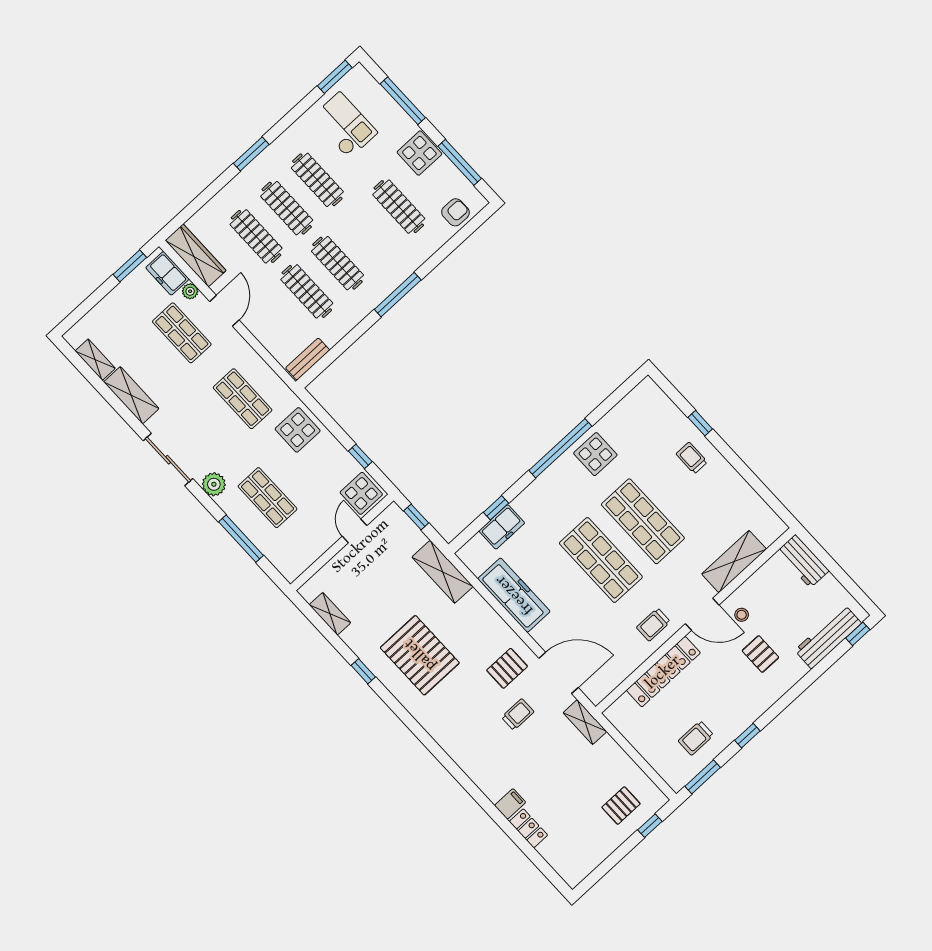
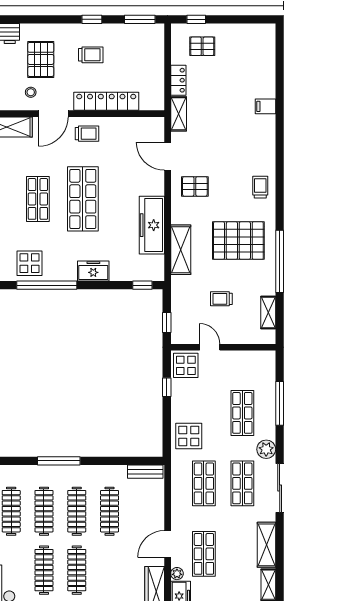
clothes rail: (256, 236) -> (44, 511), moved
shop shelf: (207, 432) -> (242, 483), added
window: (496, 508) -> (142, 285), moved
shop shelf: (643, 521) -> (38, 199), width x0.70, depth x0.74
freezer: (502, 527) -> (93, 271), moved
door: (355, 531) -> (210, 347), swing flipped
shelving: (442, 572) -> (181, 250), moved
trolley: (385, 586) -> (221, 299), added
door: (702, 614) -> (53, 114), swing flipped
pallet: (760, 654) -> (41, 59), width x1.50, depth x1.42
pallet: (420, 655) -> (238, 241), turned 90
window: (363, 671) -> (280, 261), width x3.17
door: (559, 673) -> (168, 156), width x0.73
trolley: (518, 714) -> (260, 187), moved, turned 90
trolley: (696, 738) -> (91, 55), moved
locker: (528, 828) -> (178, 80), moved, turned 180

